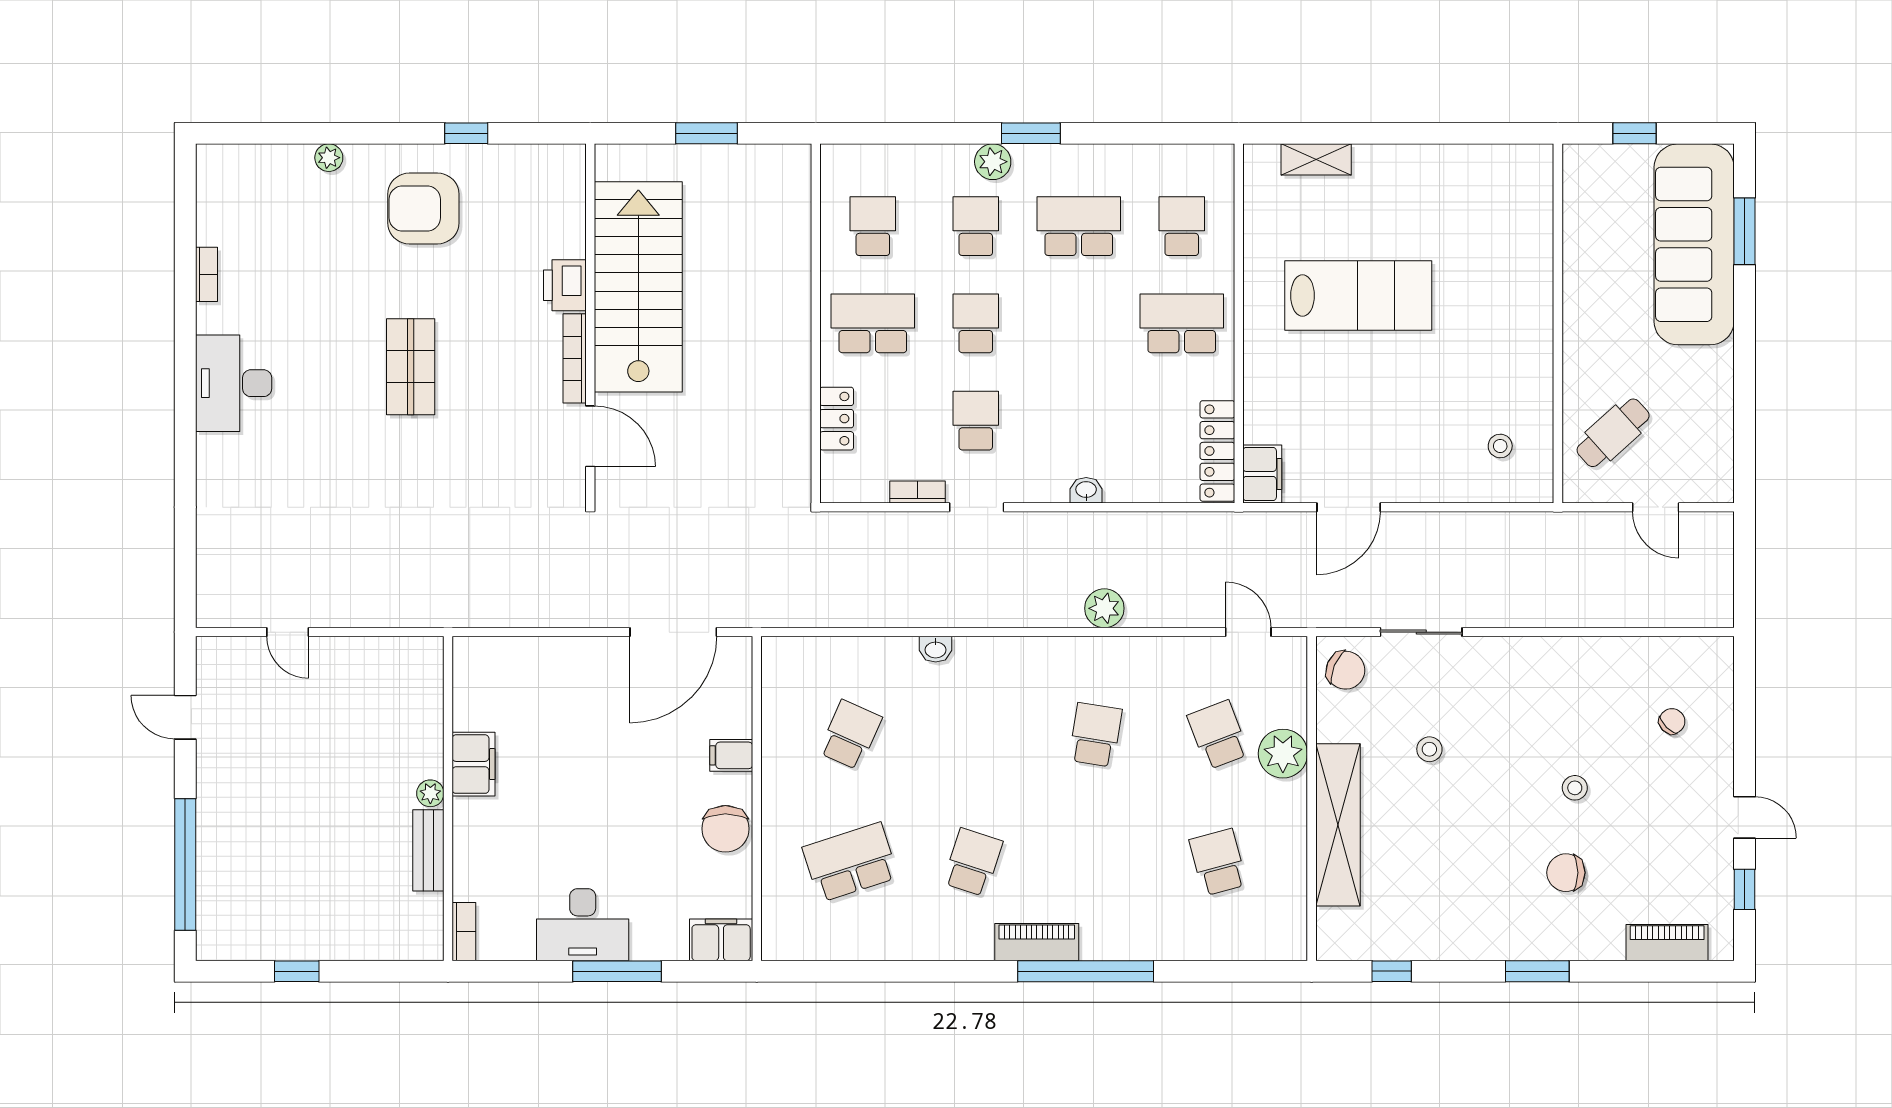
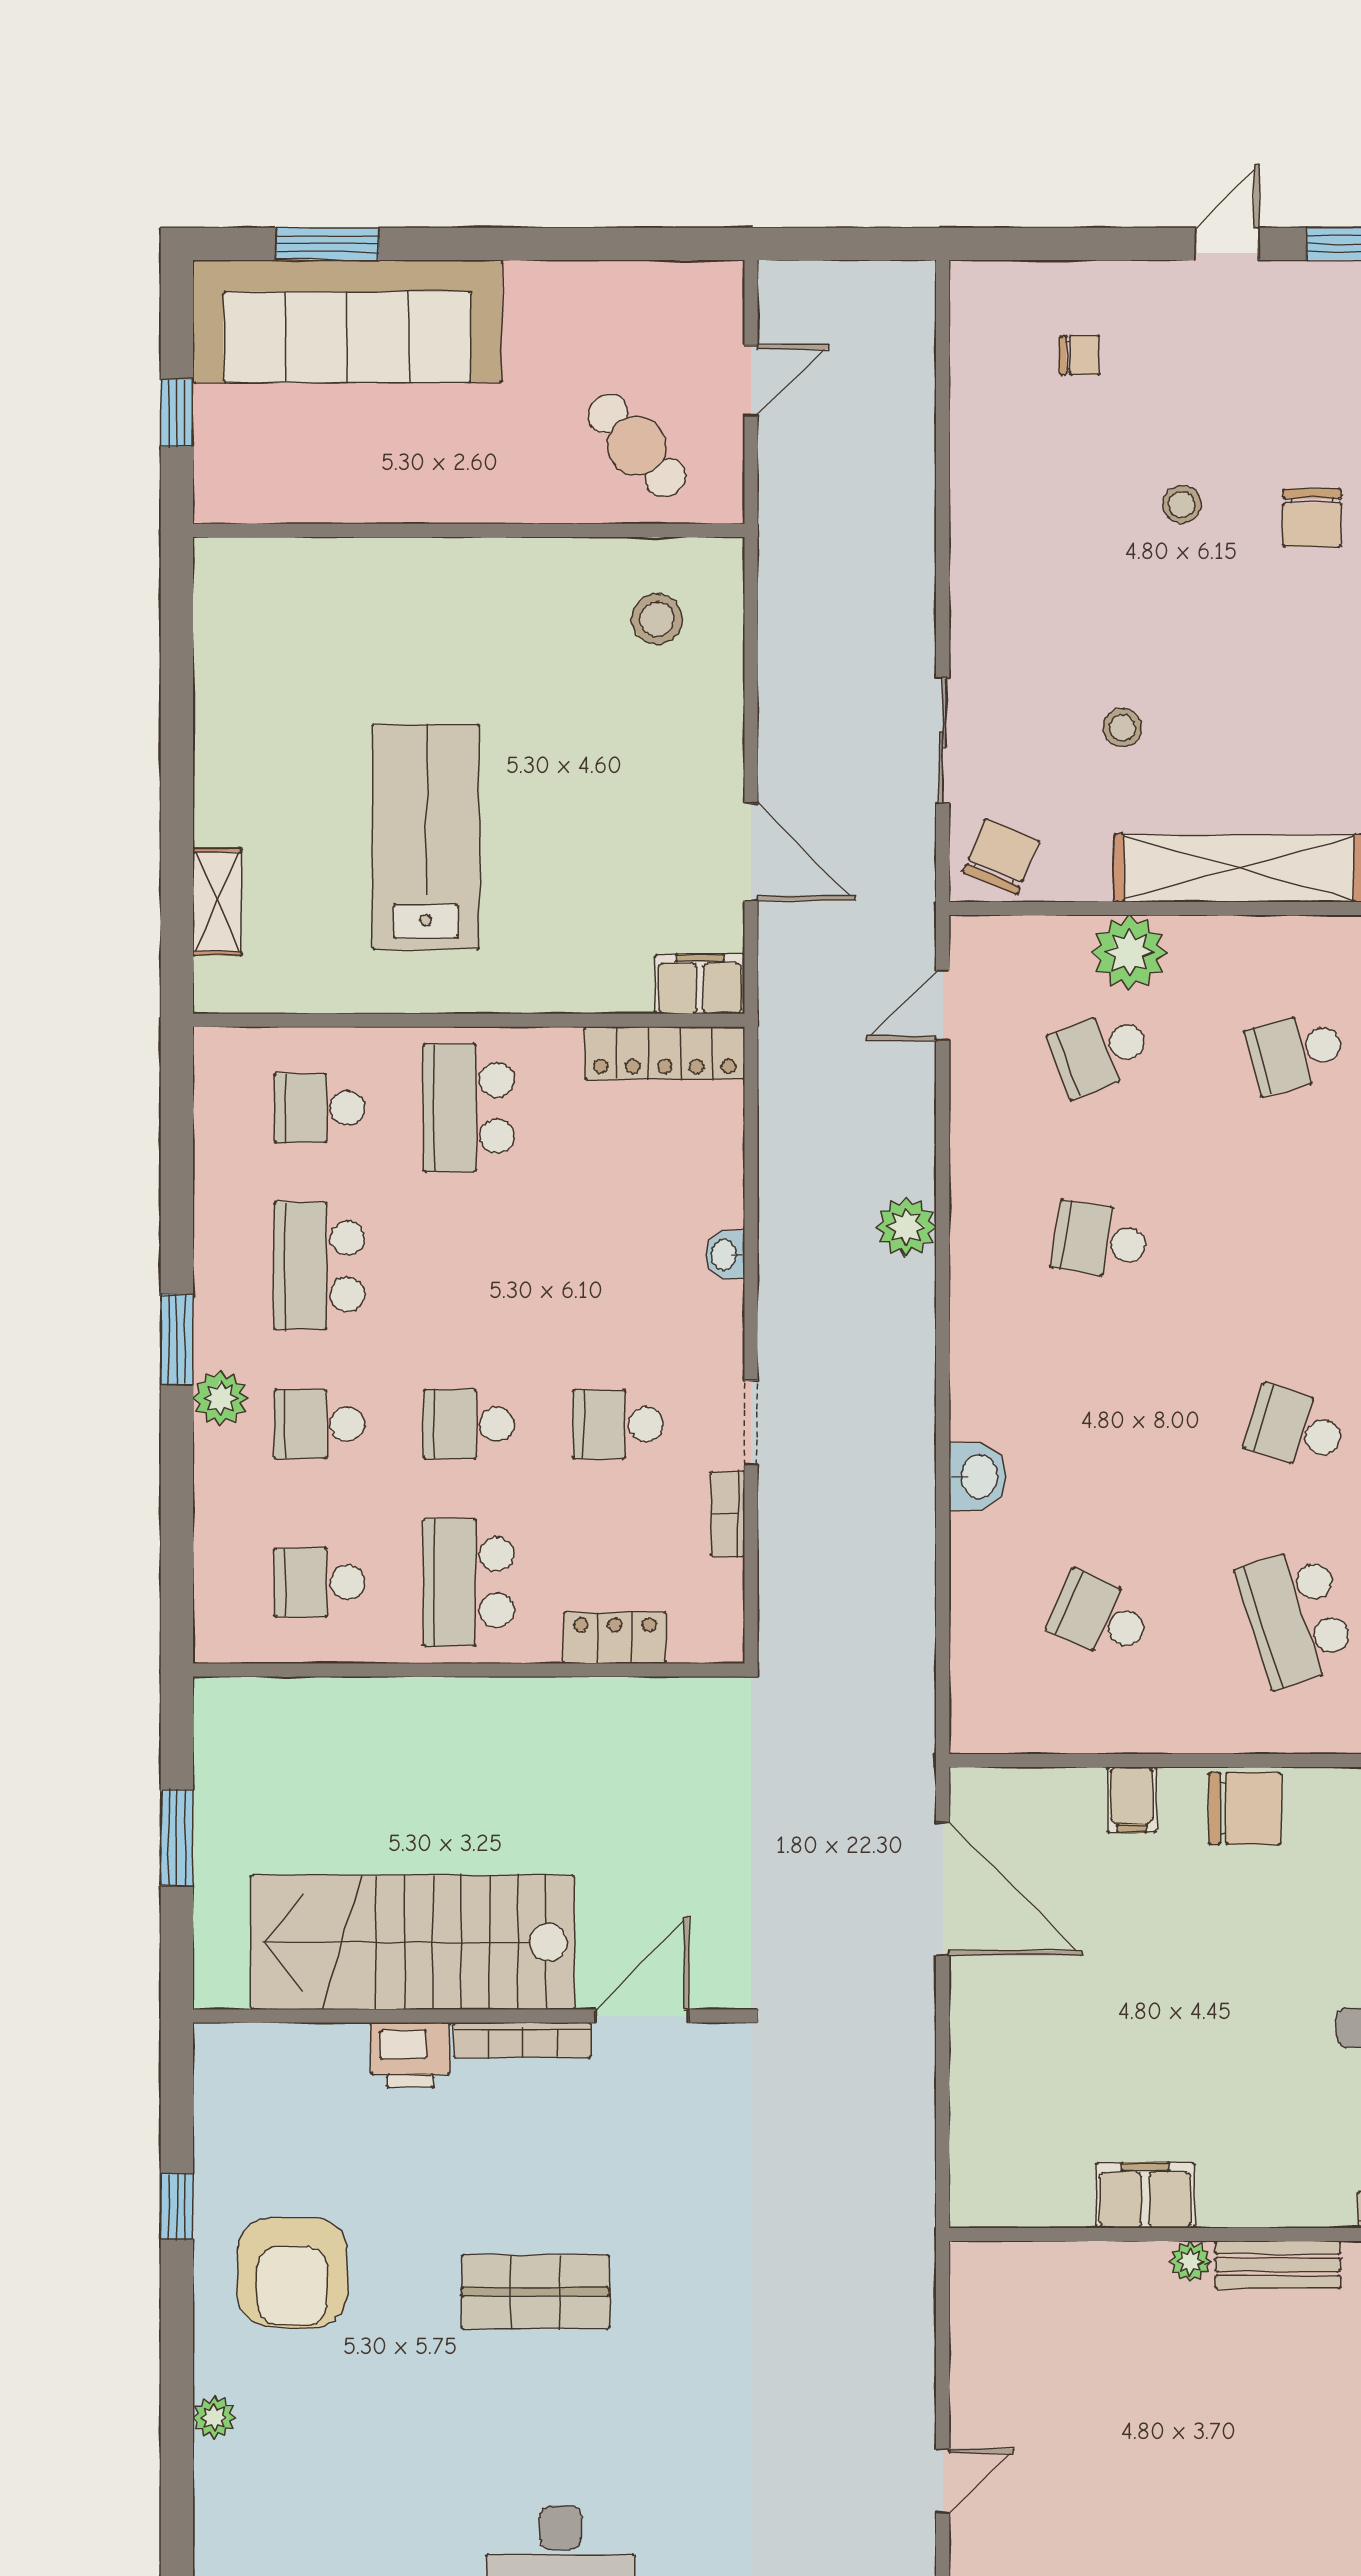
stool: (1500, 446) -> (657, 619), width x1.37, depth x1.37
washbasin: (936, 649) -> (978, 1476), width x1.38, depth x1.45
chair: (1672, 721) -> (1080, 355), turned 135

